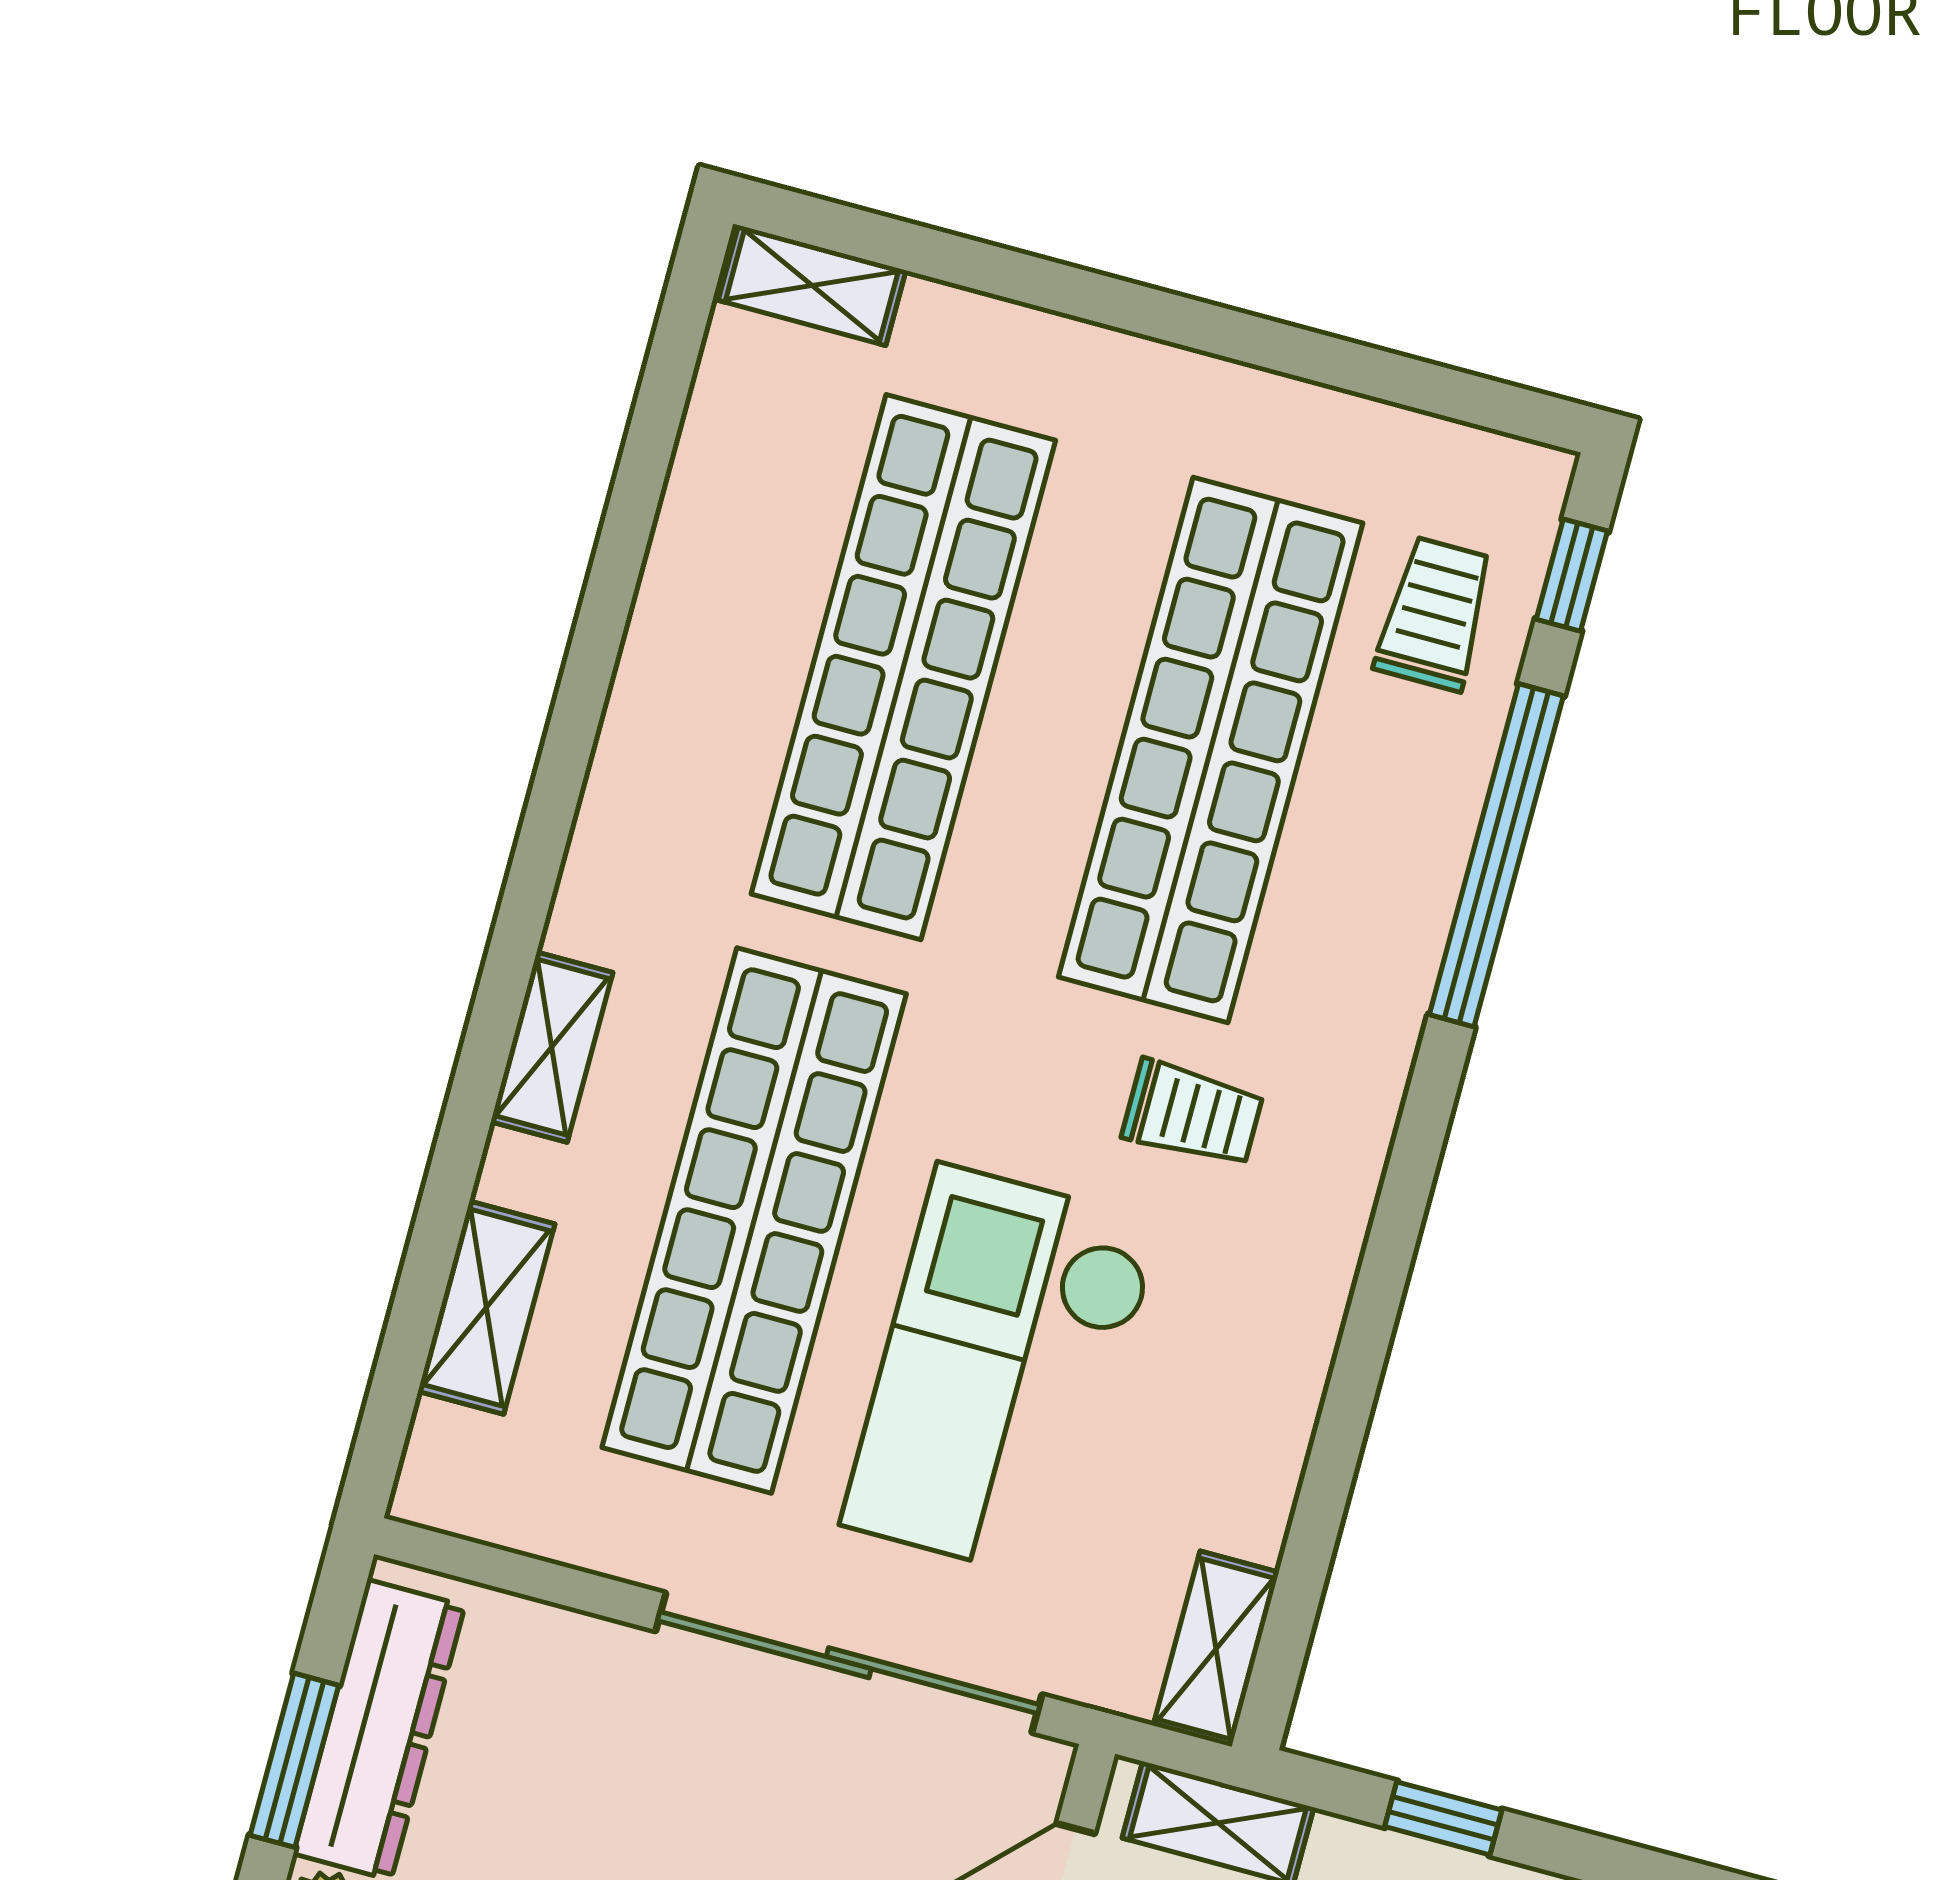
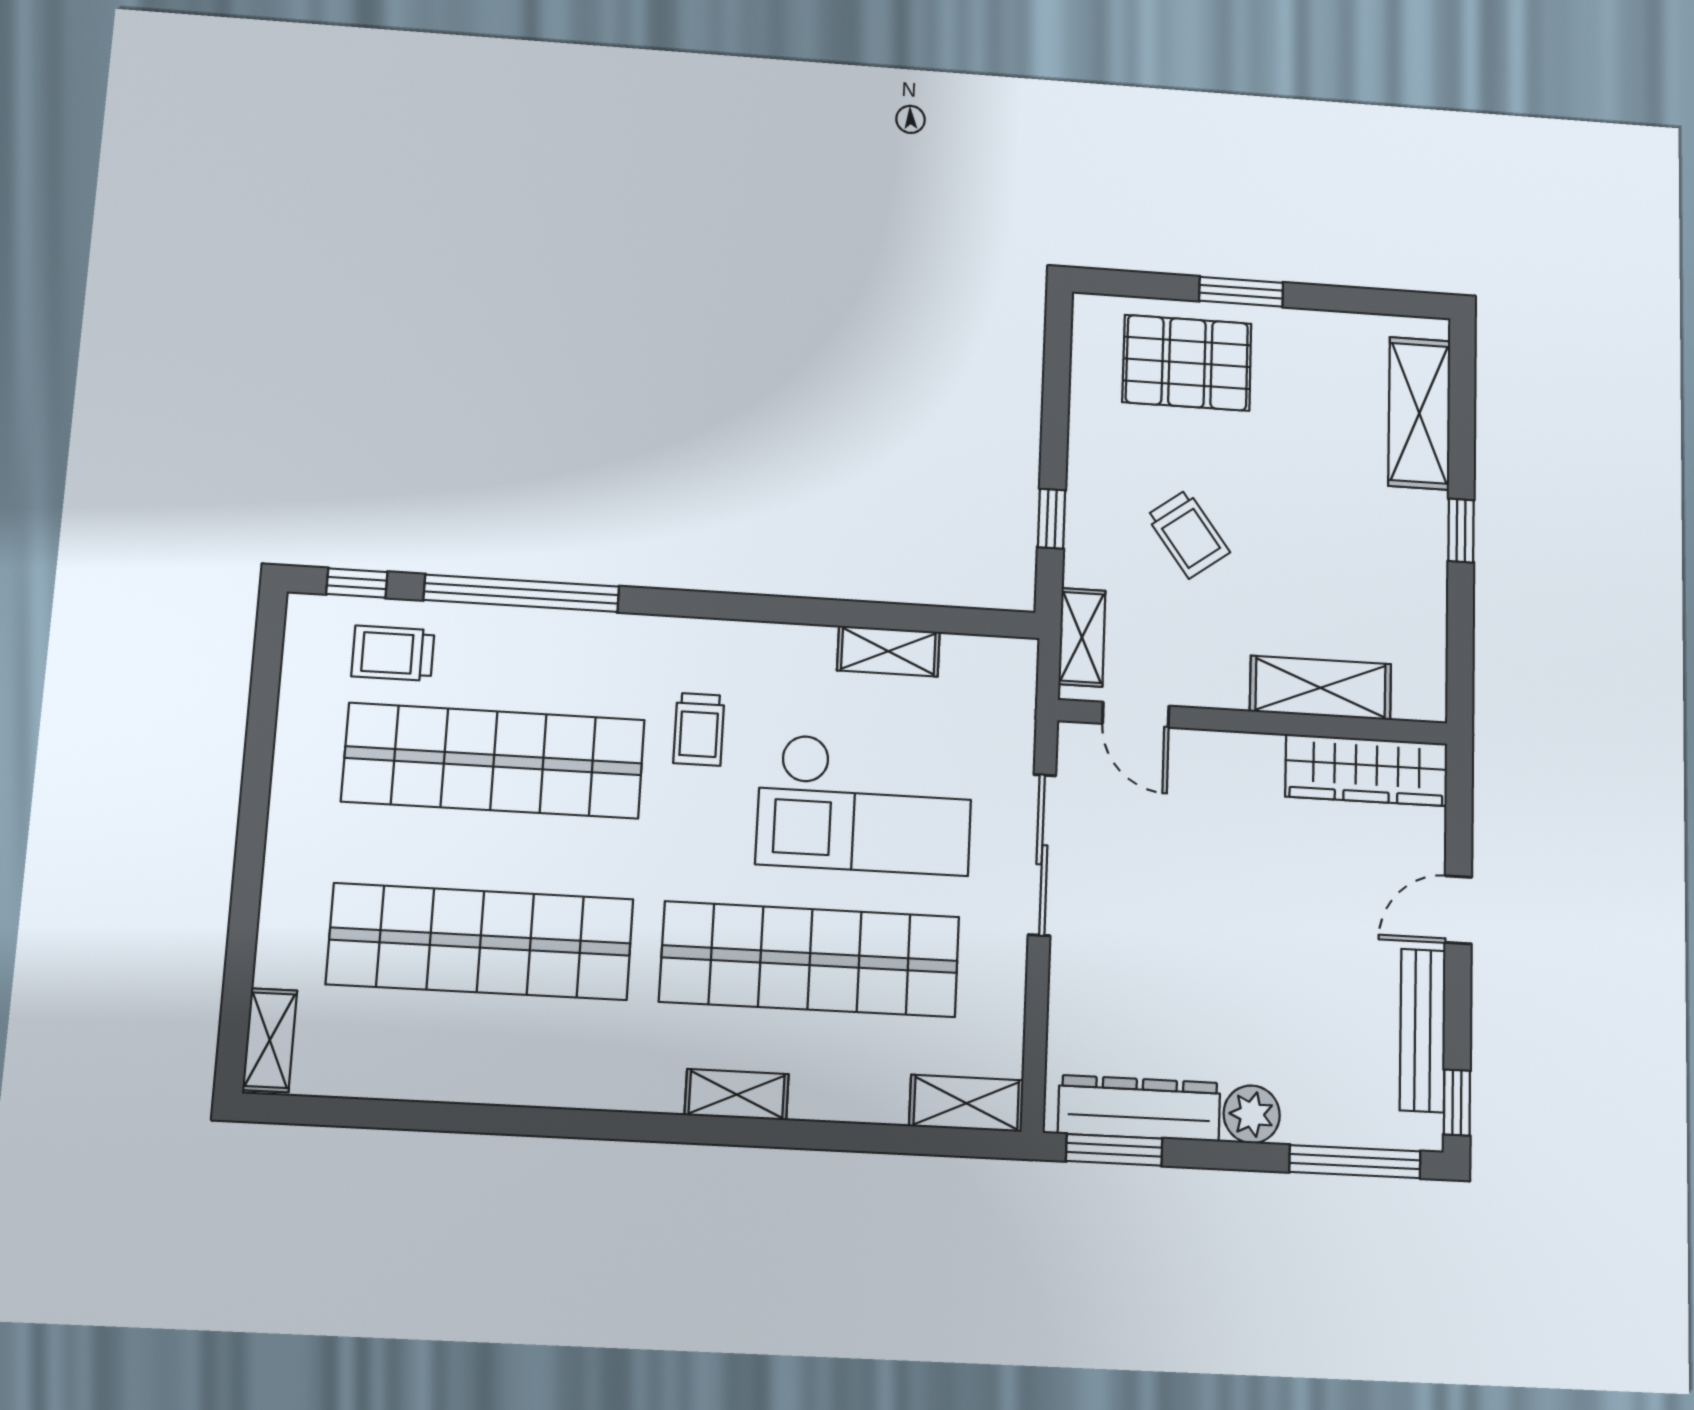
trolley: (1193, 1114) -> (699, 729), turned 180
shelving: (486, 1308) -> (966, 1103), moved
shelving: (1216, 1649) -> (888, 651), moved
sliding door: (849, 1663) -> (1042, 855), width x0.73
window: (294, 1760) -> (1114, 1150), moved

